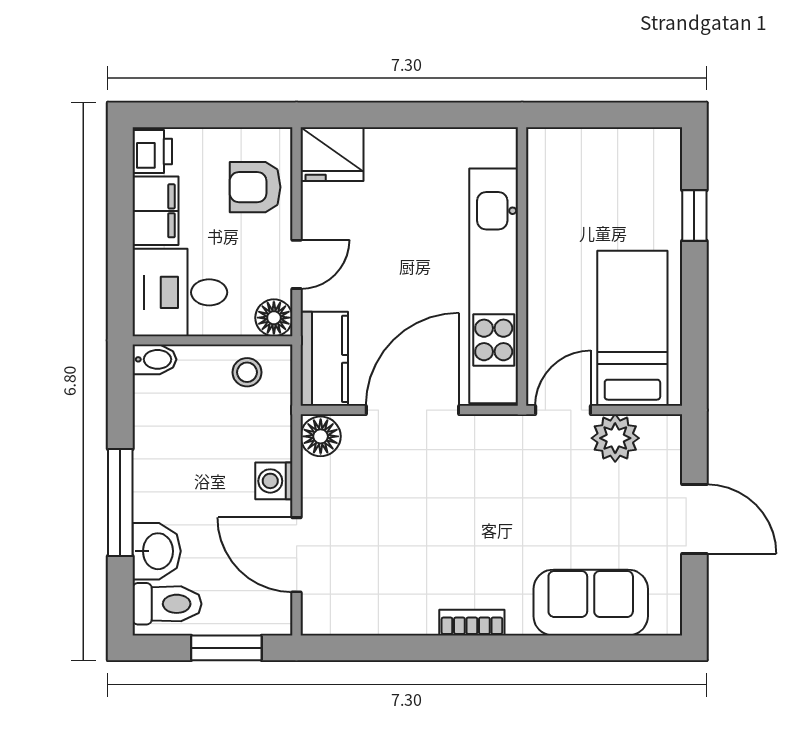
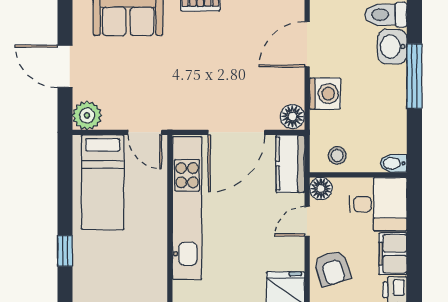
armchair: (255, 187) -> (332, 268), turned 72
door: (563, 410) -> (145, 132), hinge flipped
plant: (615, 438) -> (87, 115), moved
washing machine: (274, 481) -> (325, 94), width x1.38, depth x1.38
door: (297, 555) -> (307, 44), swing flipped

